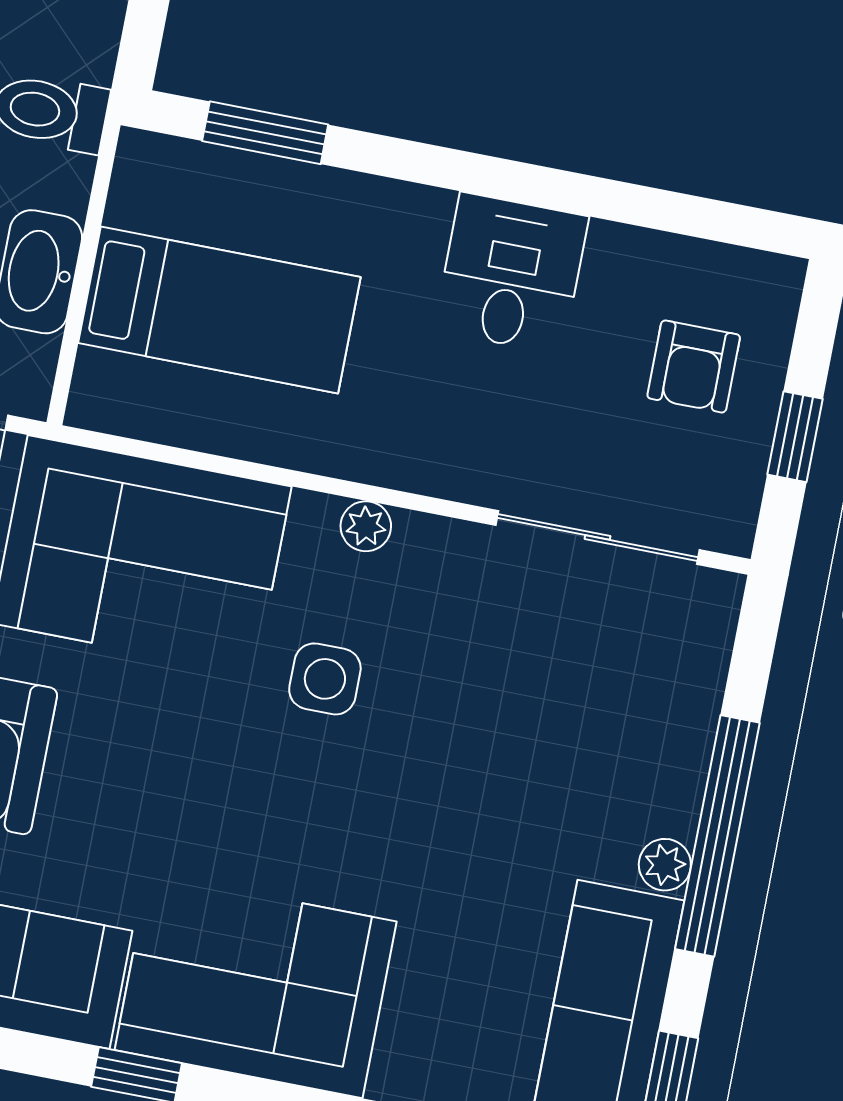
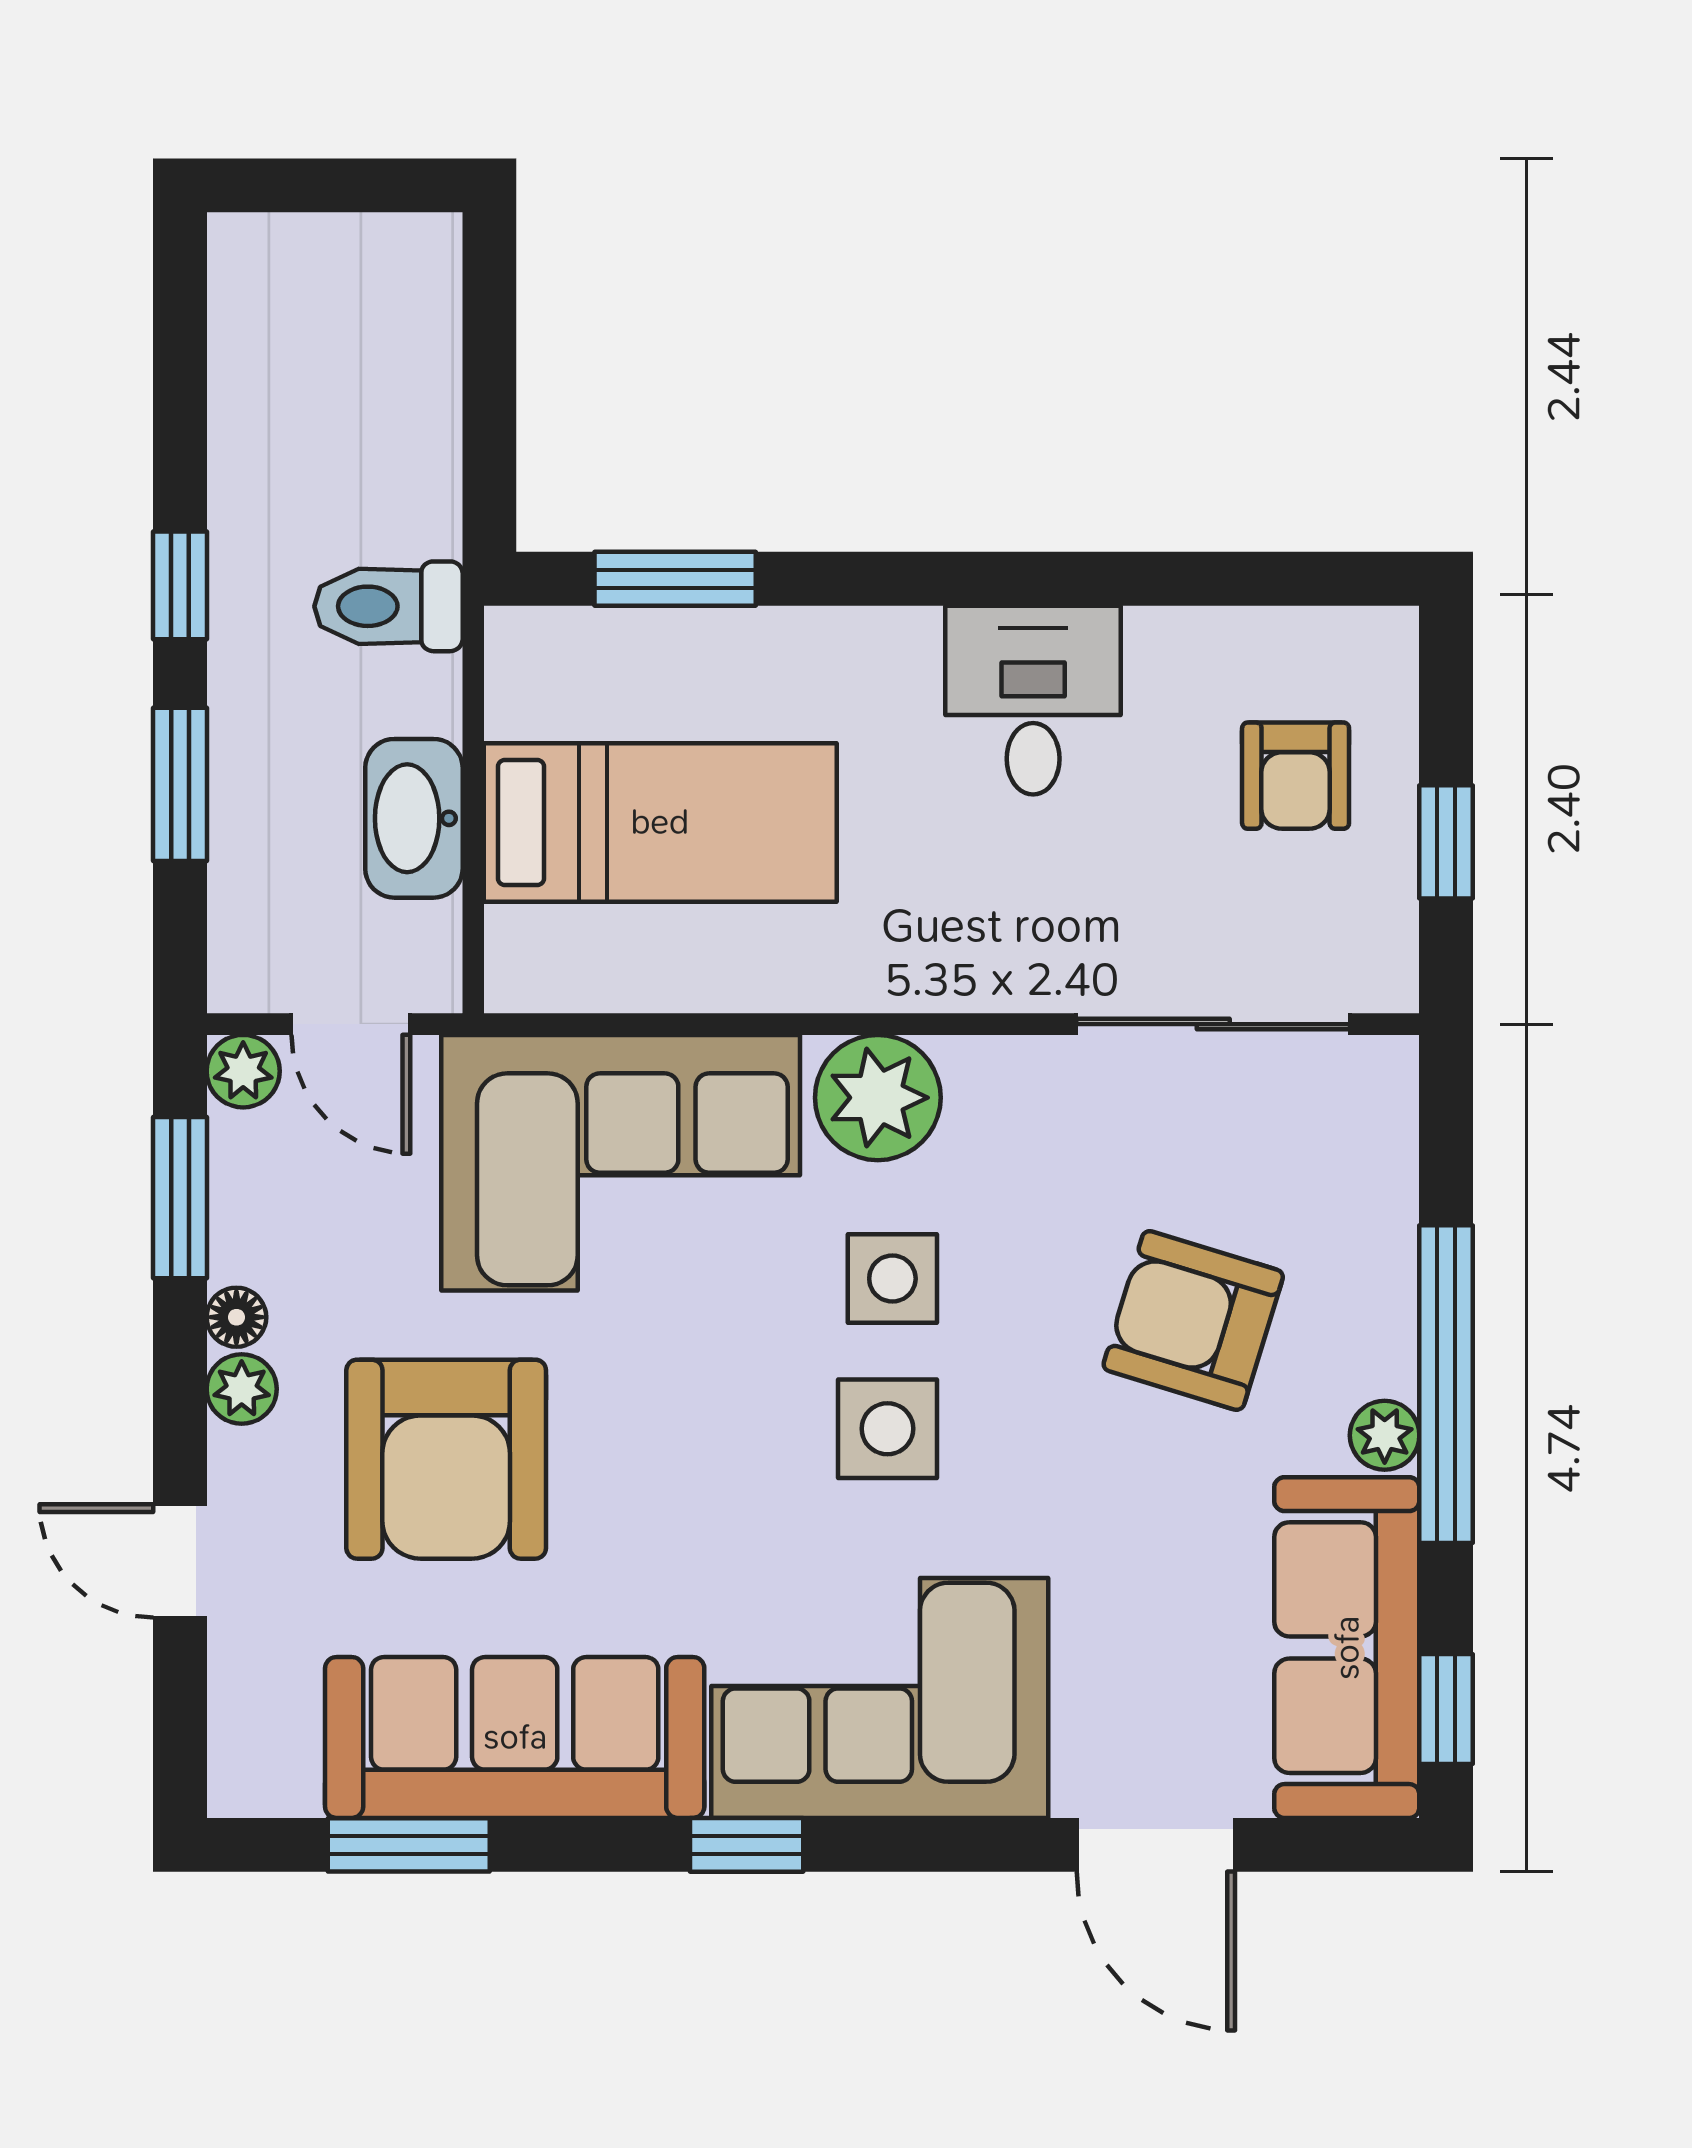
plant: (366, 526) -> (878, 1098), width x1.88, depth x1.88
armchair: (540, 753) -> (1193, 1320), added
side table: (300, 789) -> (887, 1429), added

